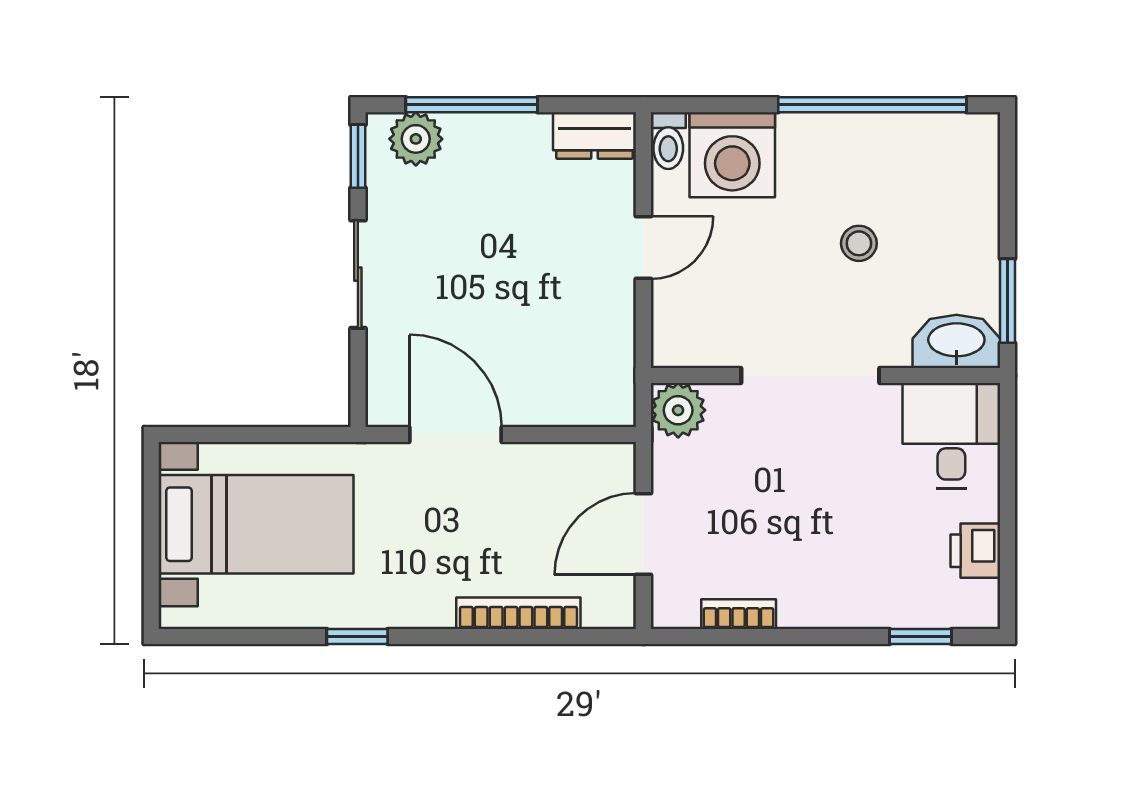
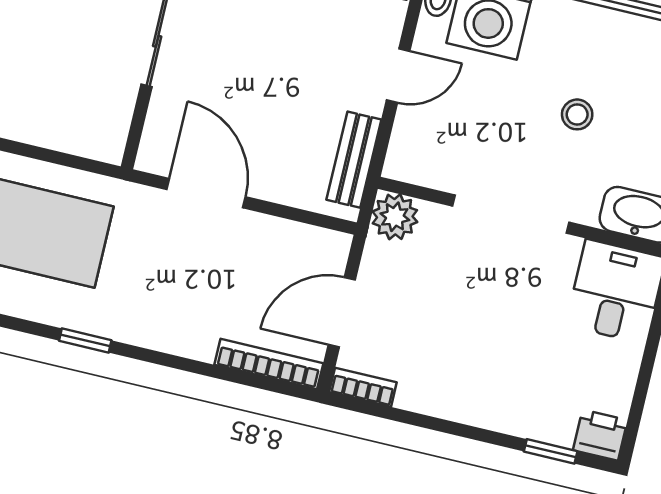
bench: (616, 356) -> (354, 160), added
printer: (975, 551) -> (600, 435), moved, turned 90
bookcase: (518, 613) -> (269, 364), moved
bookcase: (739, 614) -> (363, 387), moved

